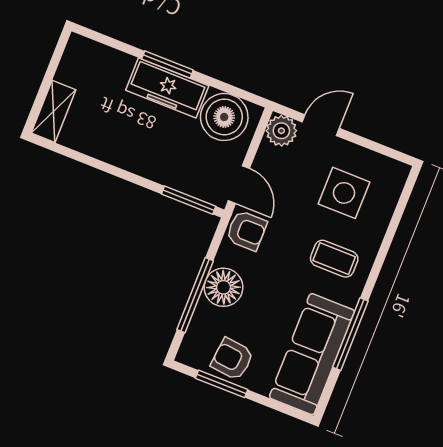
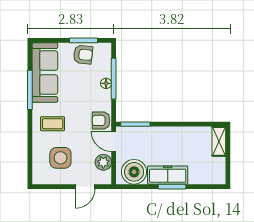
plant: (281, 131) -> (103, 162), moved
floor lamp: (224, 287) -> (106, 83), width x0.53, depth x0.53

